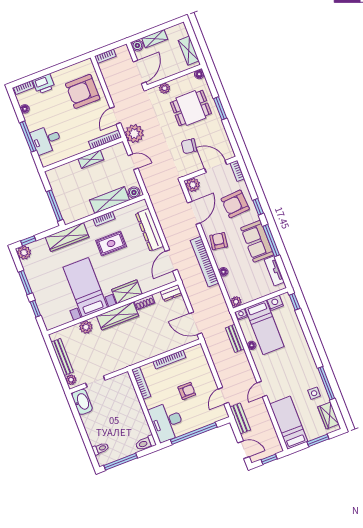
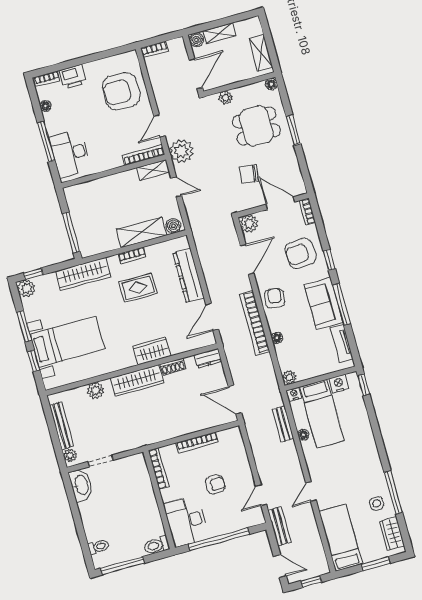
desk: (46, 140) -> (70, 153), width x1.37
shelving: (91, 159) -> (153, 170), moved
bed with nightstands: (85, 287) -> (67, 342), moved, turned 90

